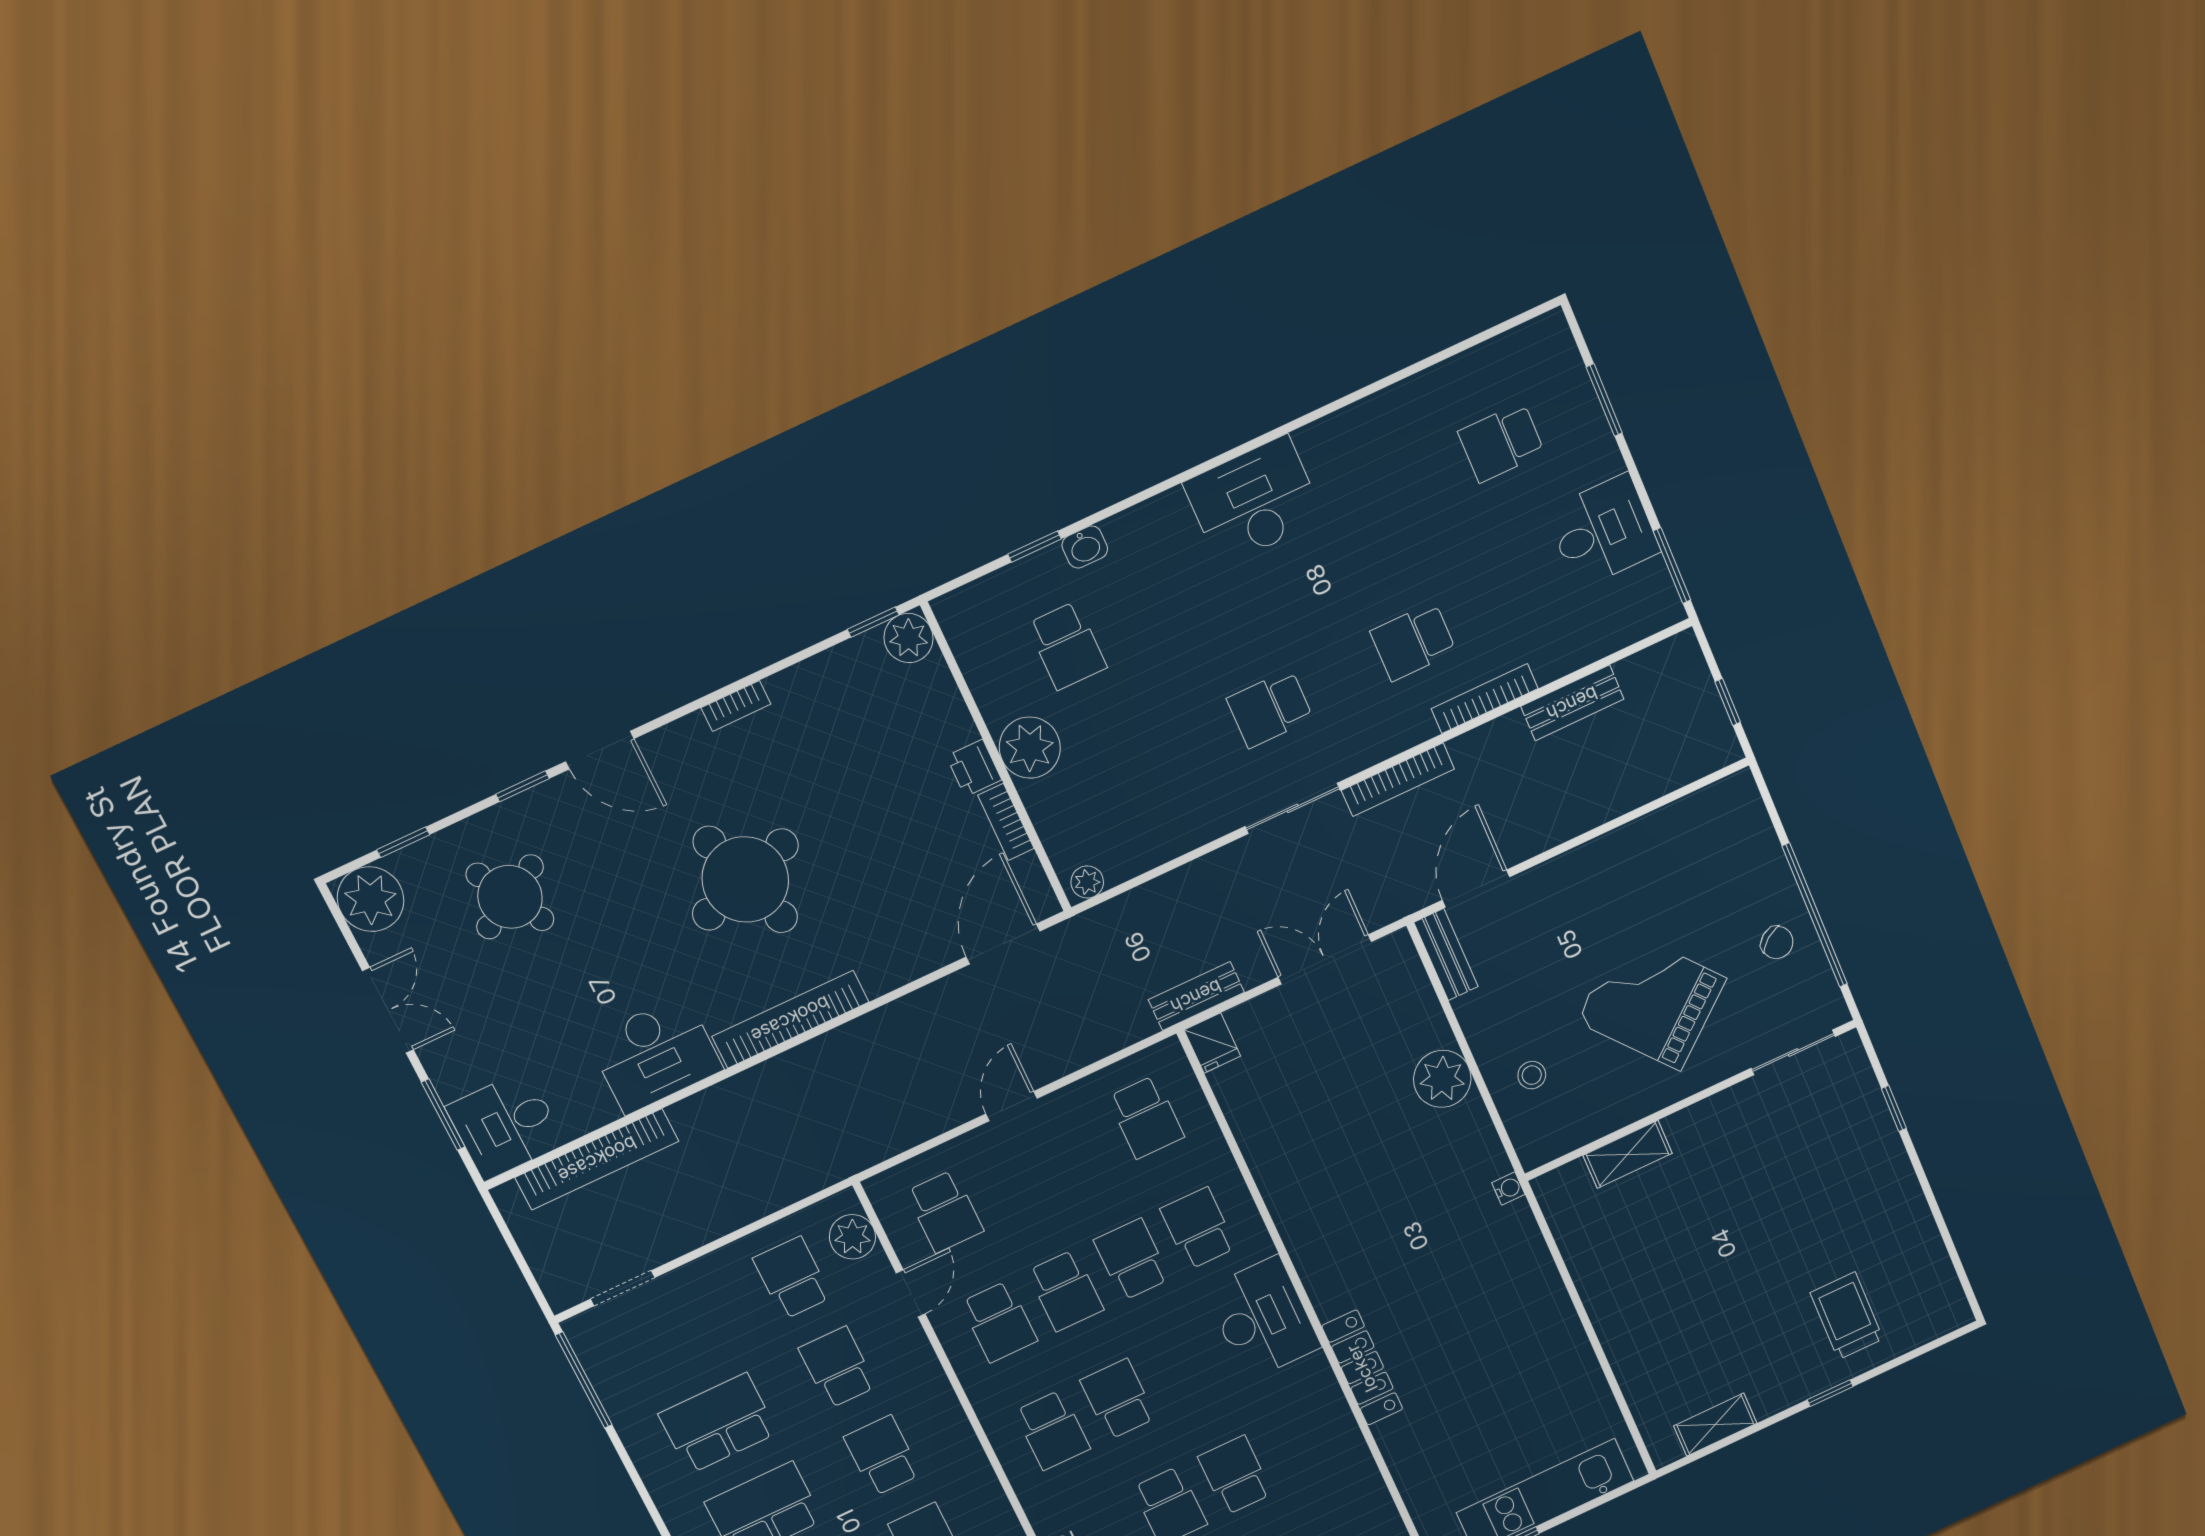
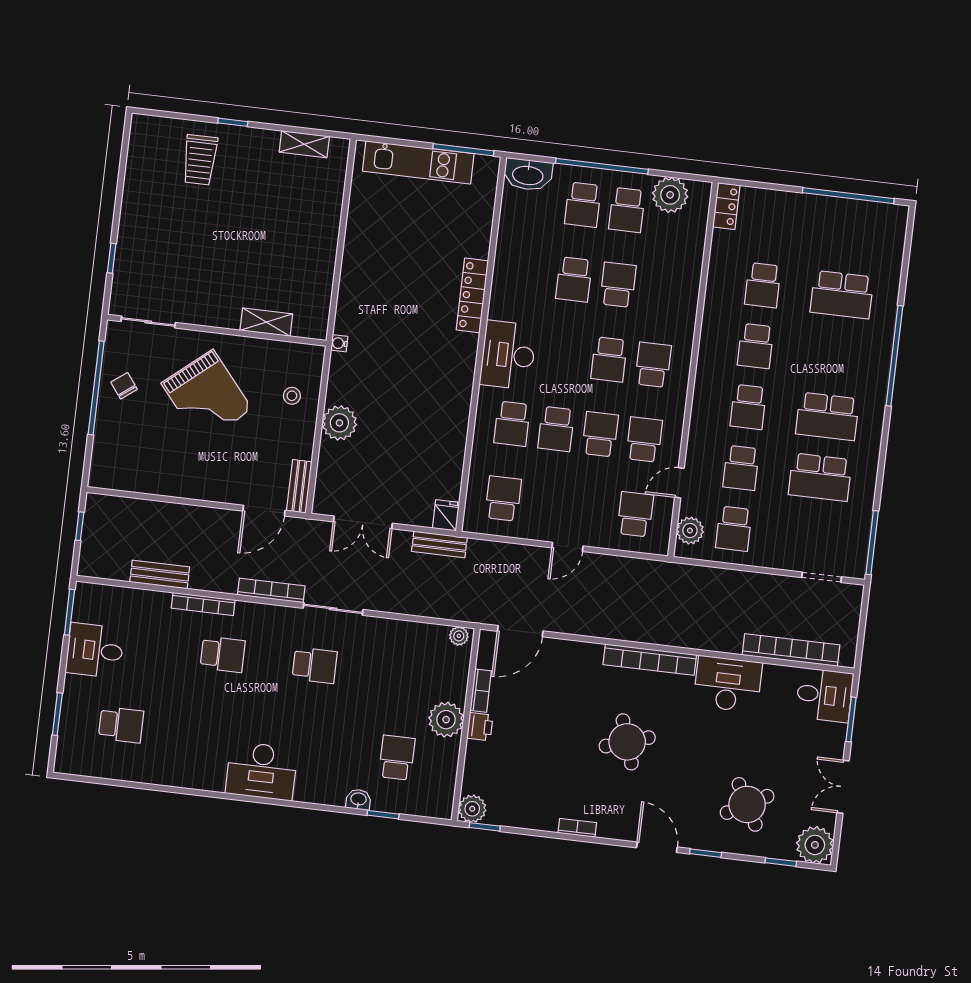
round table: (745, 880) -> (627, 742), width x0.73, depth x0.73

